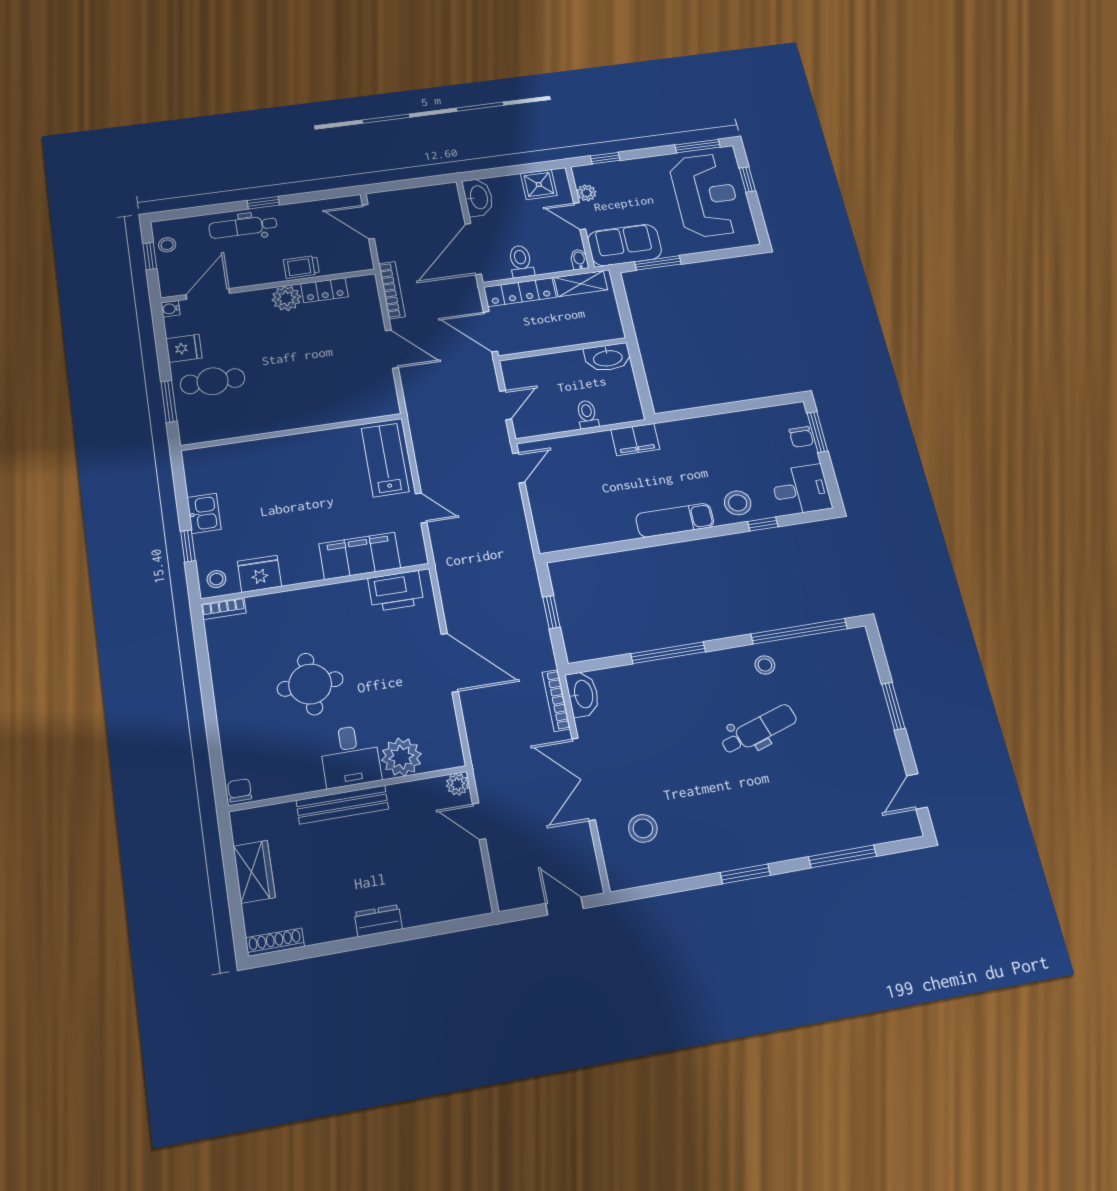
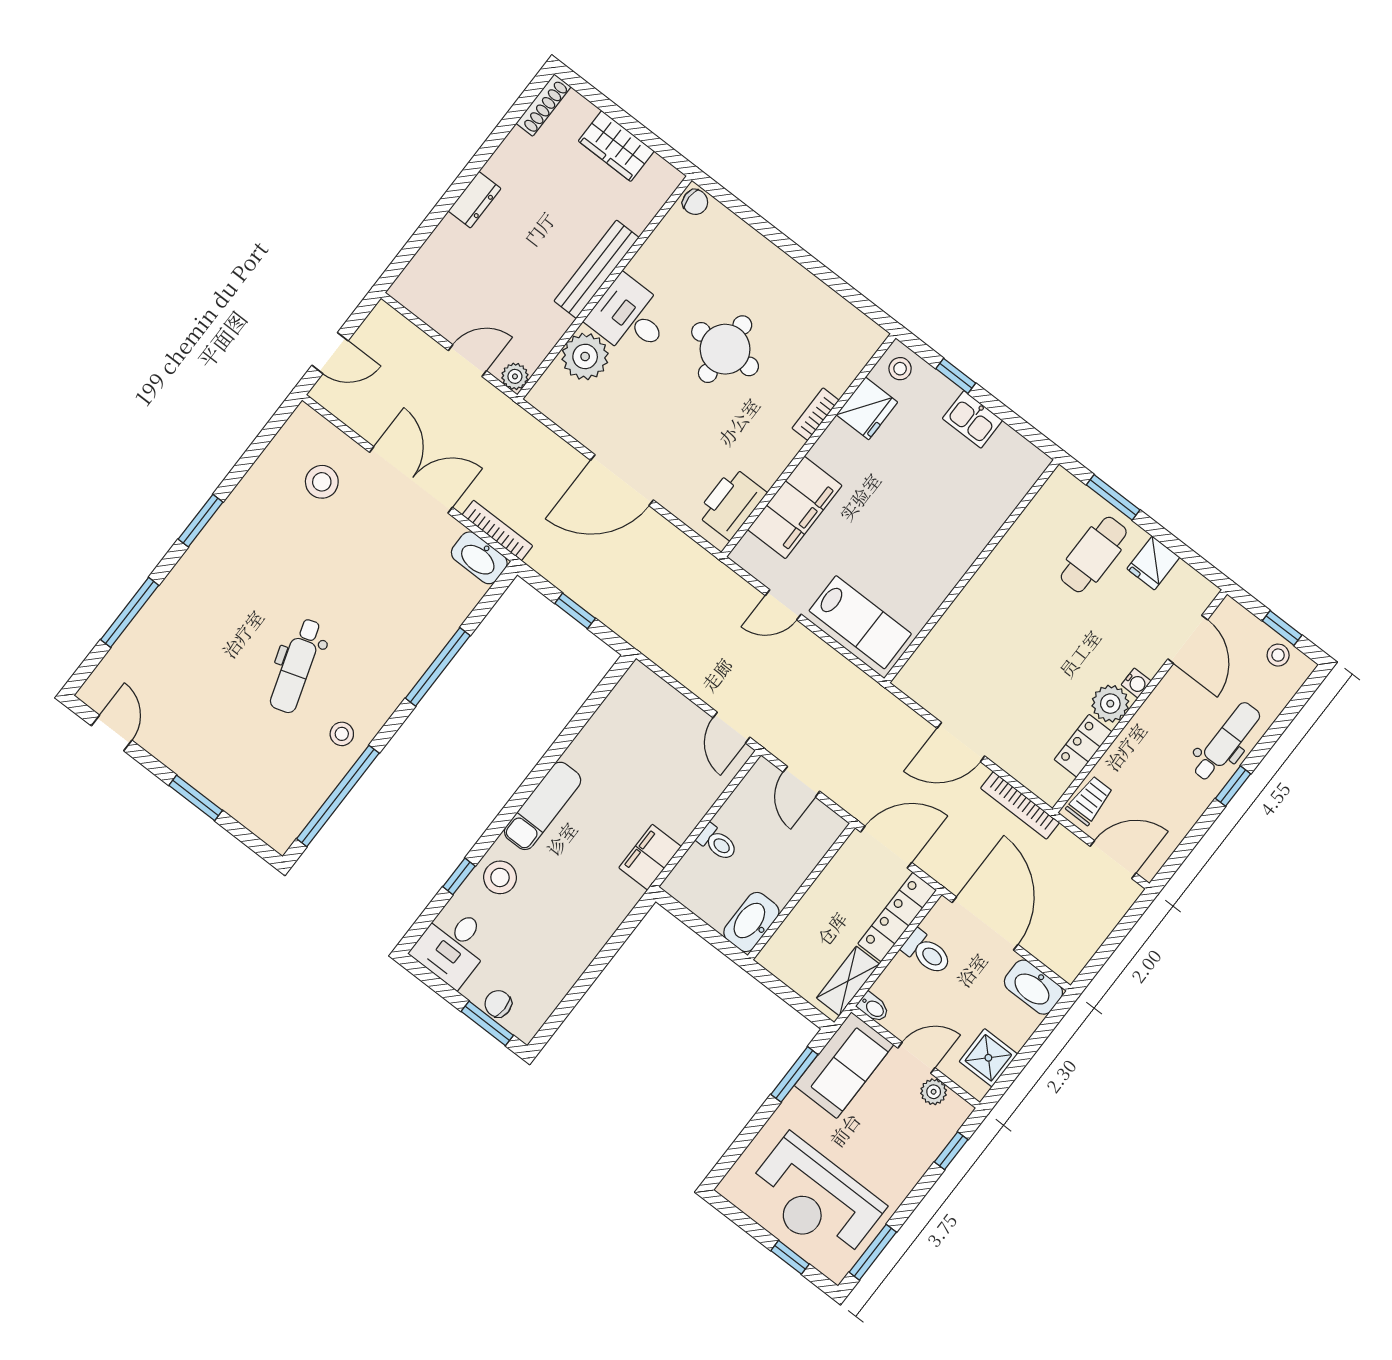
trolley: (301, 267) -> (1090, 800), moved
water cooler: (171, 309) -> (1136, 683), moved, turned 90
bookcase: (224, 609) -> (815, 414), moved

